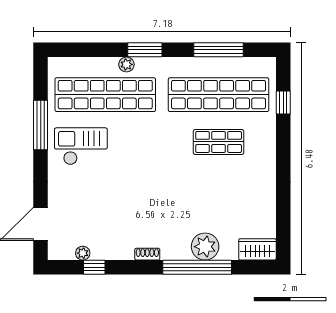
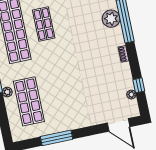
shop shelf: (105, 95) -> (29, 101), width x0.71
checkout: (81, 146) -> (65, 110), removed

